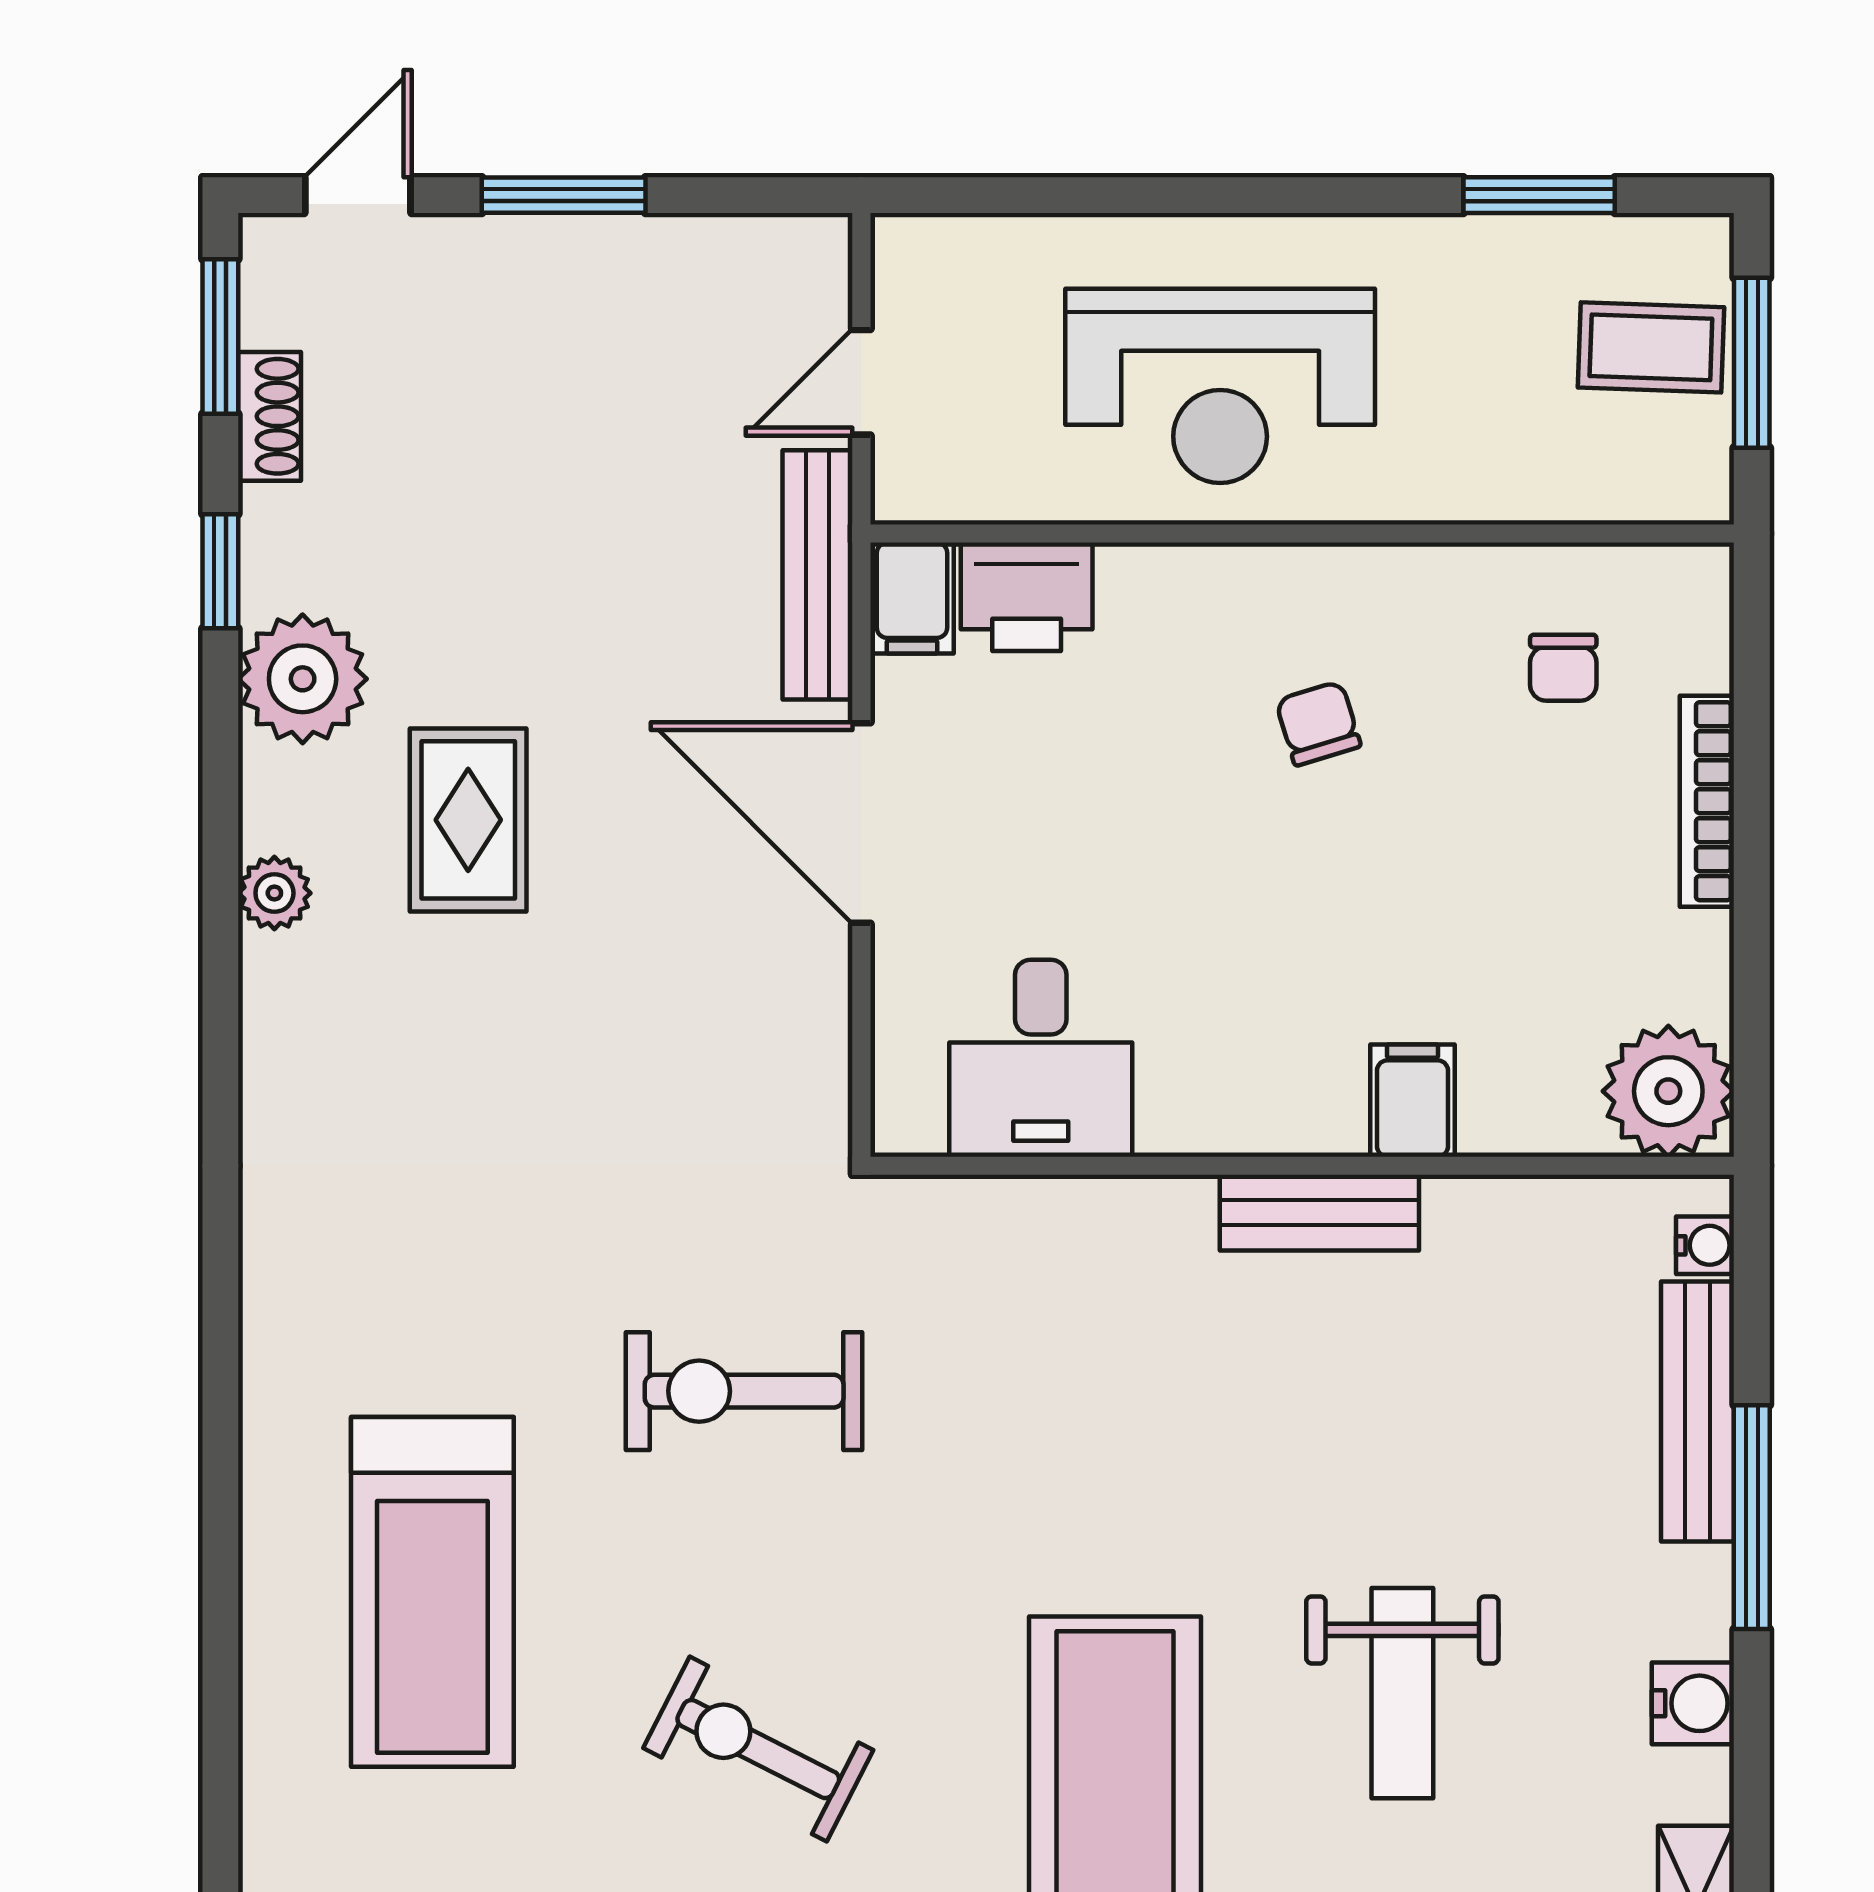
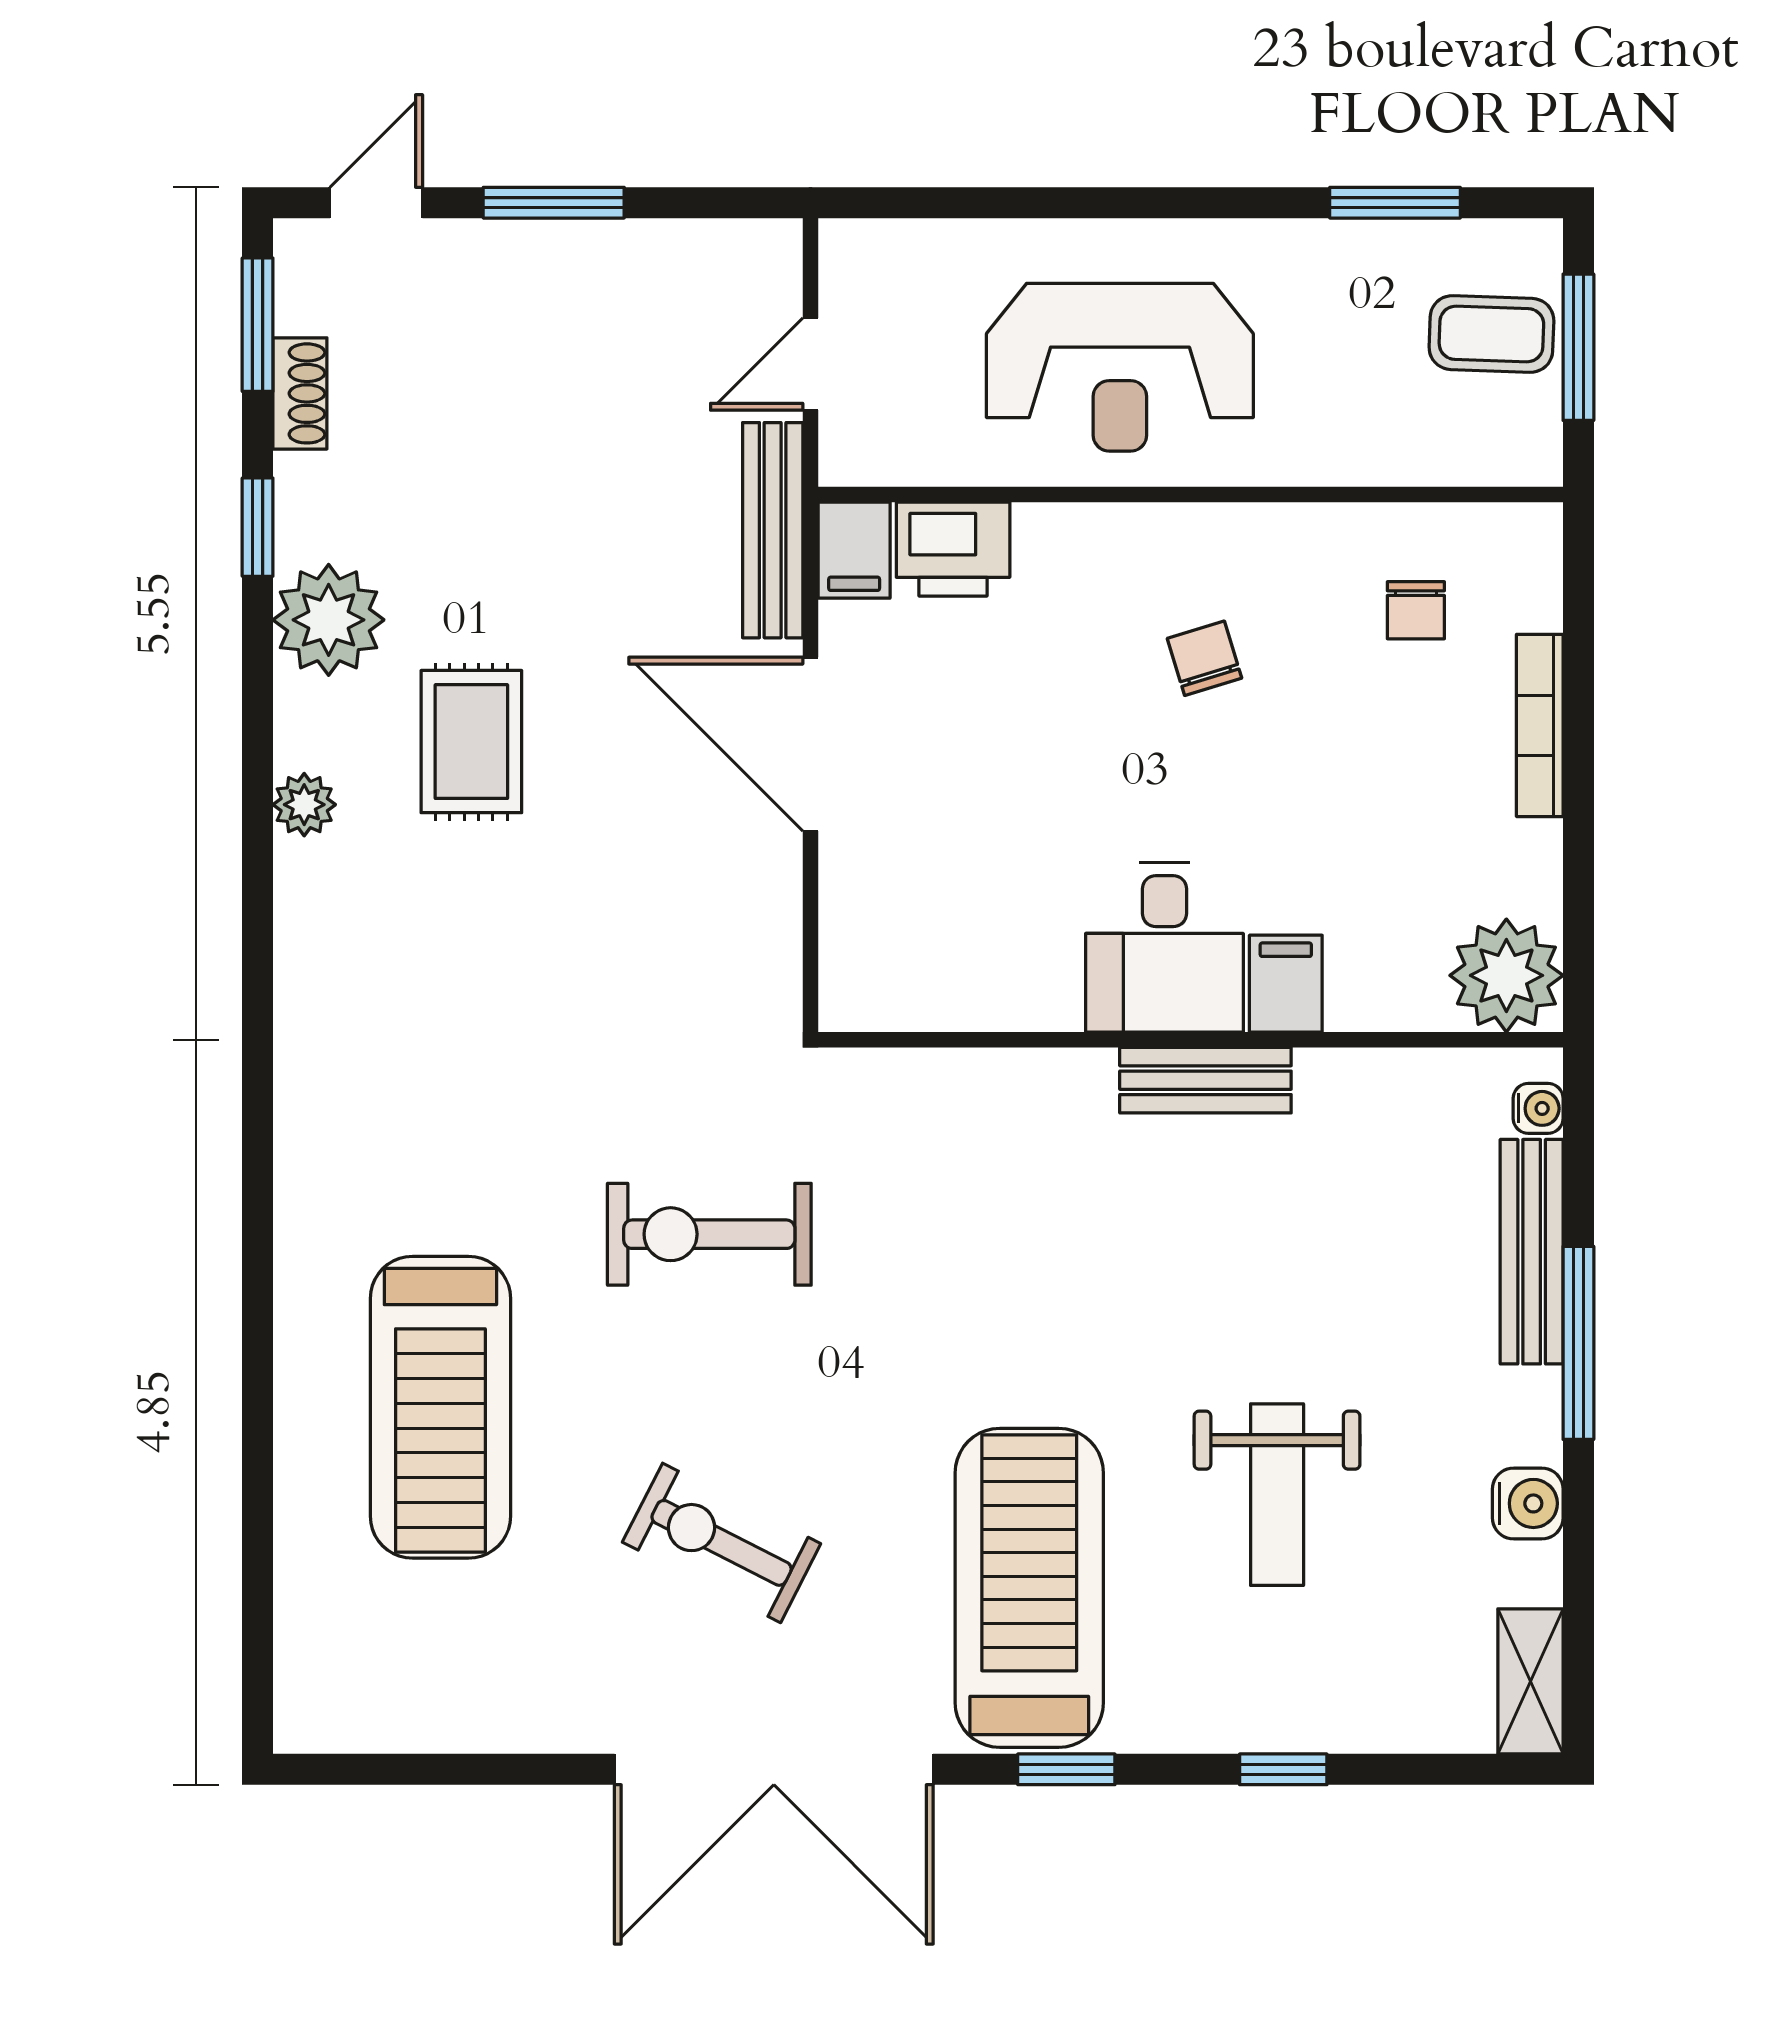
desk: (1041, 1058) -> (1164, 947), moved

